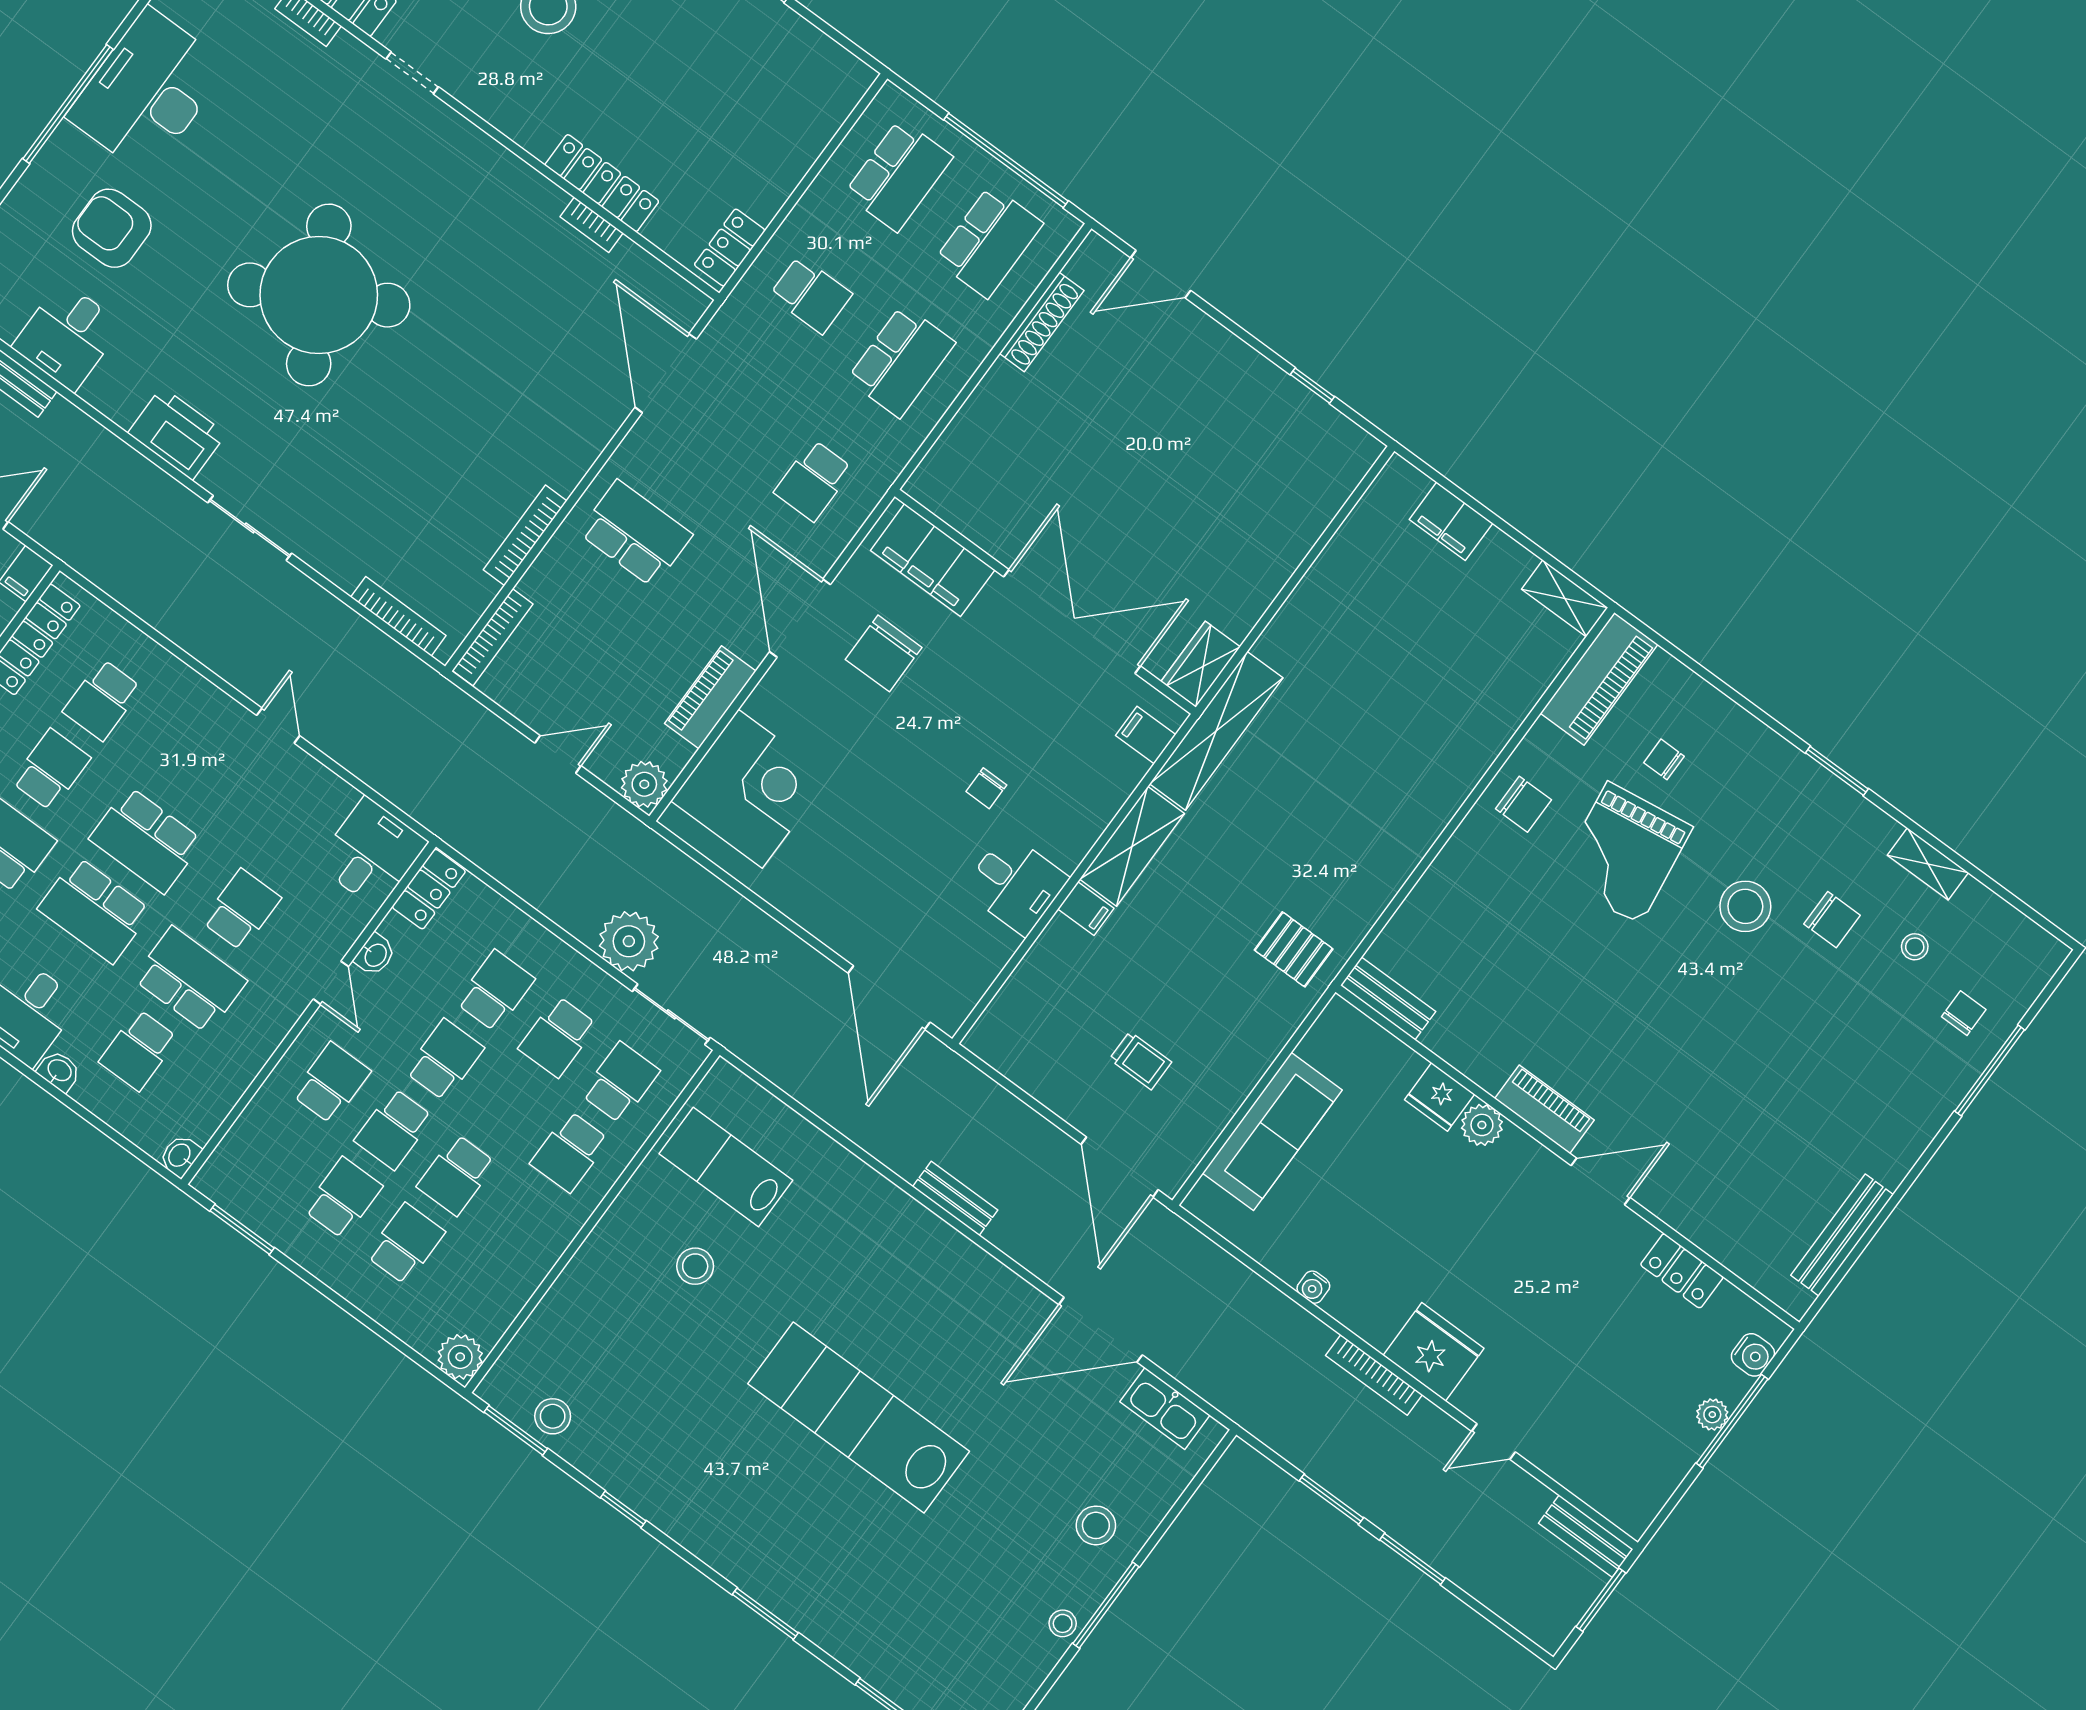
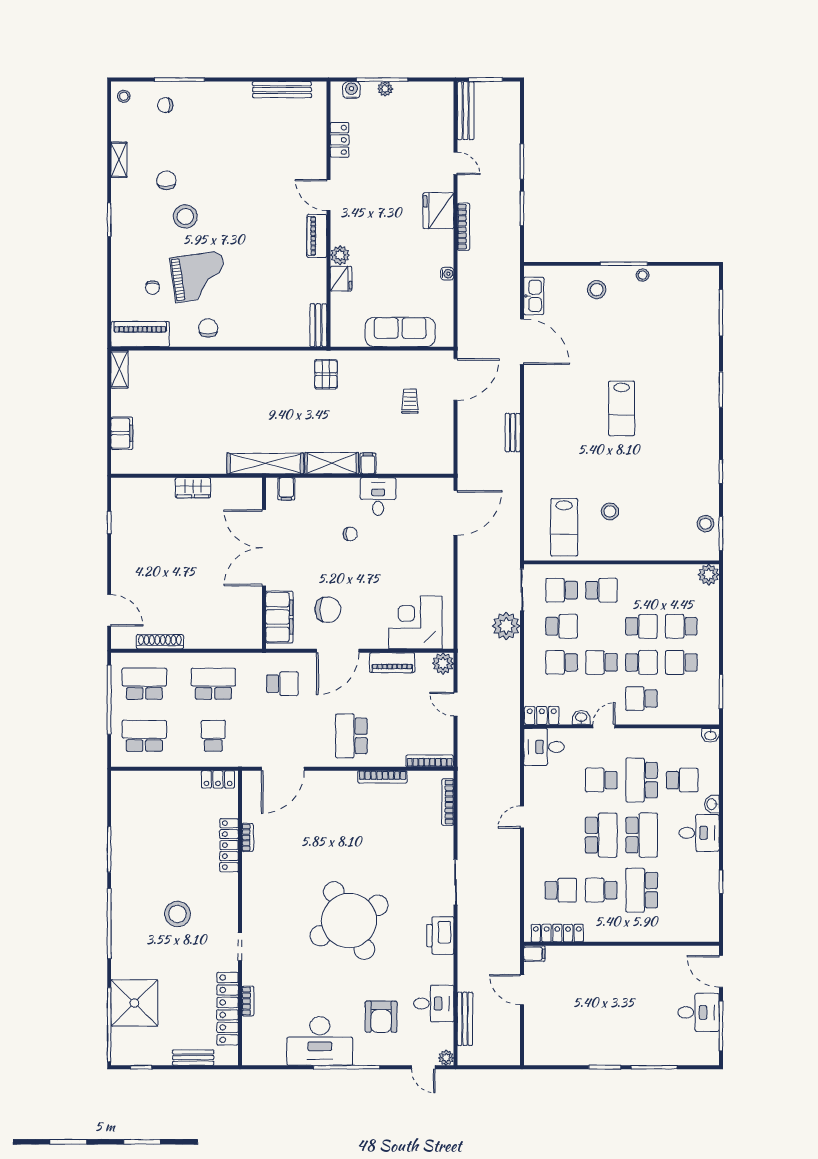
wardrobe: (1201, 664) -> (193, 488), moved
stool: (1915, 947) -> (124, 96), moved
lab bench: (859, 1417) -> (622, 408), width x0.54, depth x0.72
bench: (1586, 1536) -> (466, 111), width x1.36

